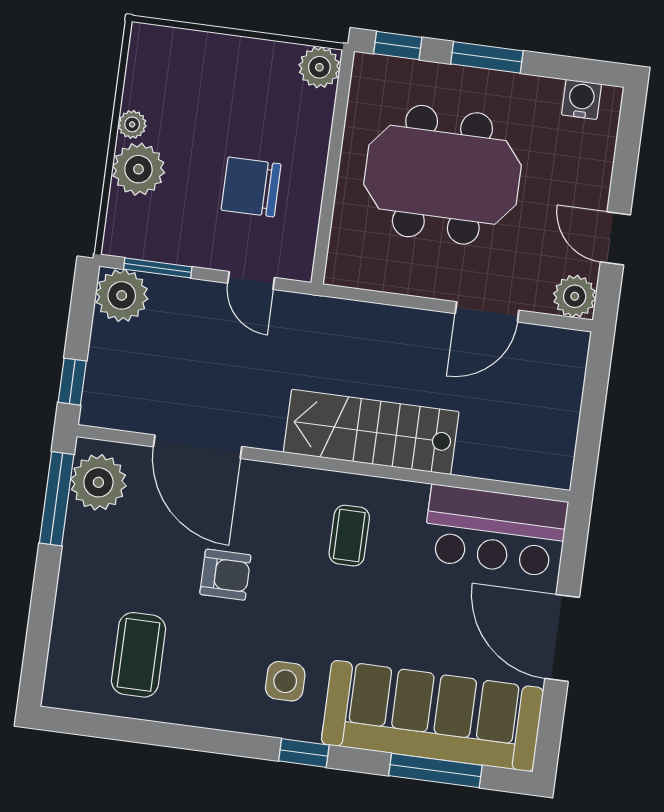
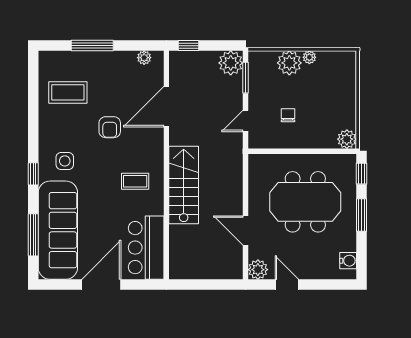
meeting table: (442, 175) -> (305, 202), turned 90
chair: (251, 187) -> (288, 115), width x0.54, depth x0.54
door: (615, 238) -> (287, 285), hinge flipped
plant: (98, 482) -> (144, 58), width x0.53, depth x0.53
window: (57, 499) -> (92, 46), moved

